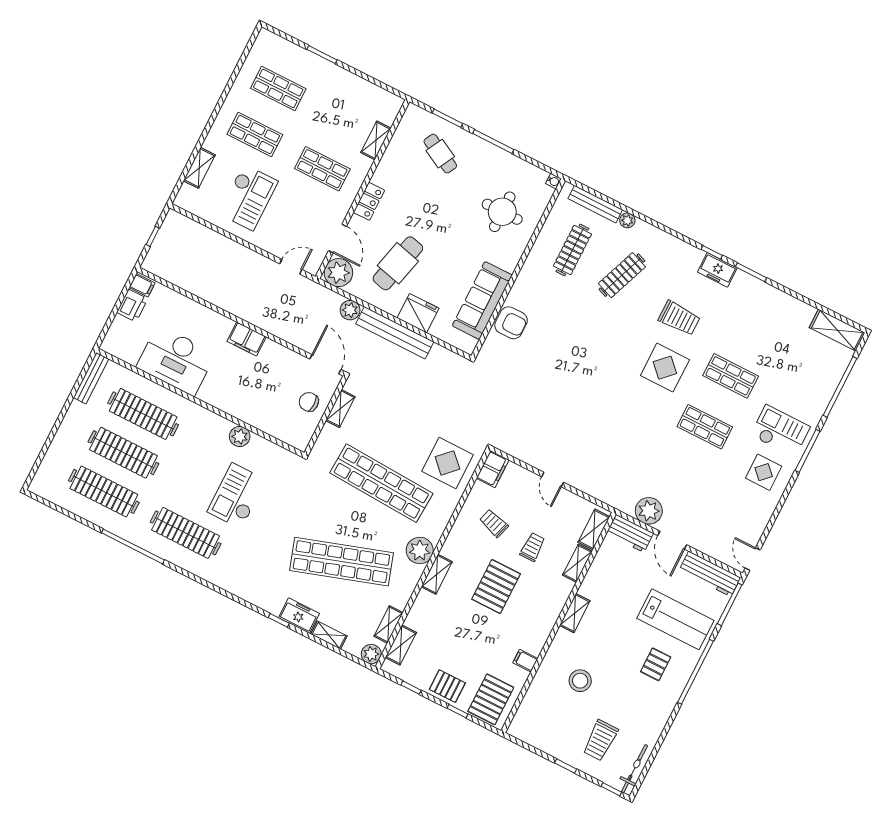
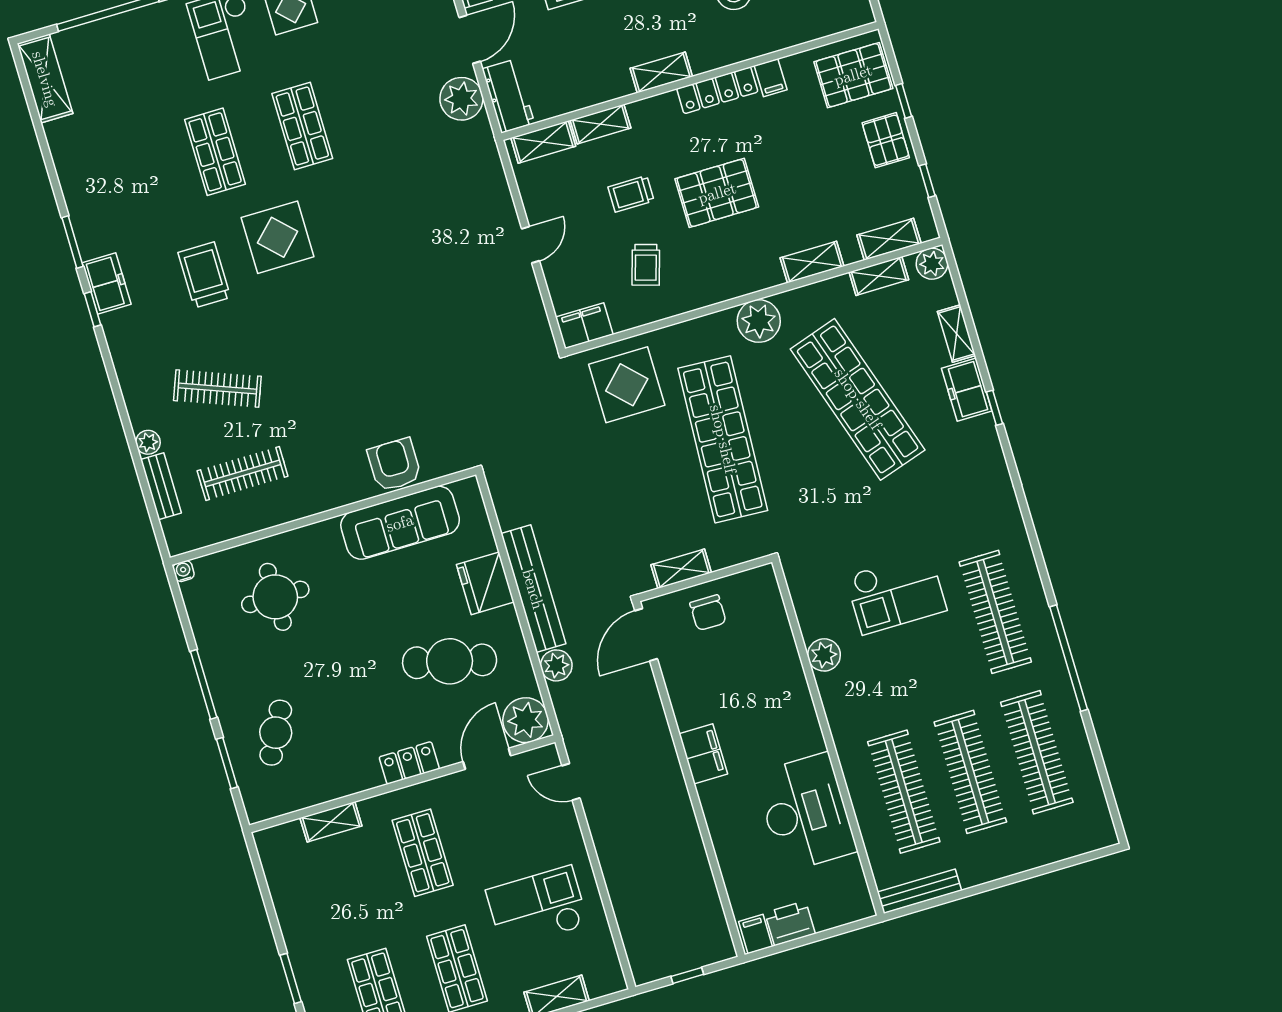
bench: (595, 204) -> (161, 486), width x0.73
shelving: (437, 574) -> (812, 262), moved
locker: (543, 631) -> (717, 90), added

